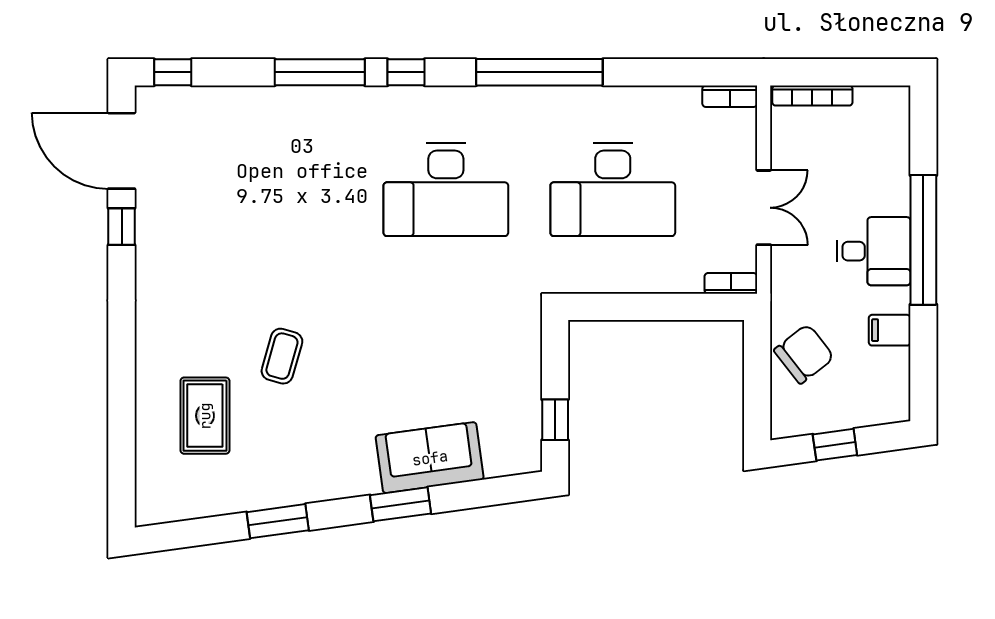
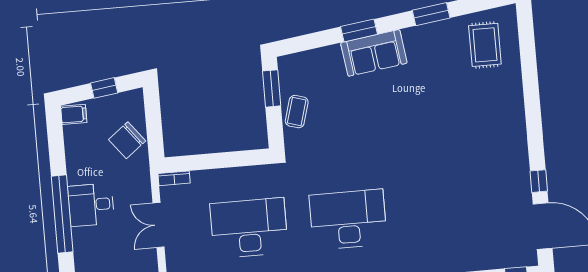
filing cabinet: (890, 330) -> (74, 114), moved
coffee table: (282, 356) -> (297, 112), moved
rug: (205, 416) -> (485, 45), moved
window: (555, 420) -> (272, 88), width x1.50
sofa: (430, 458) -> (374, 53), moved

